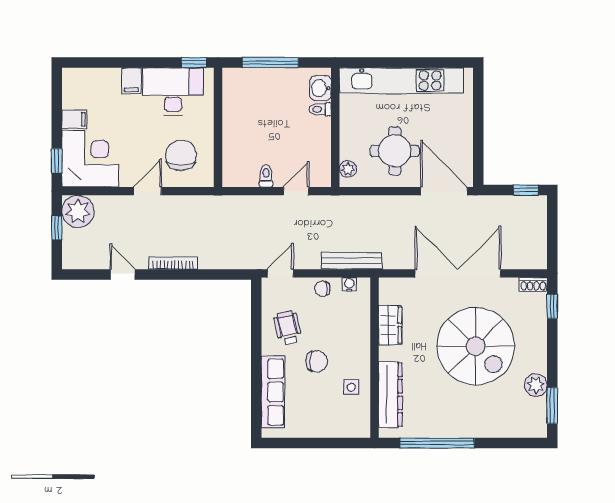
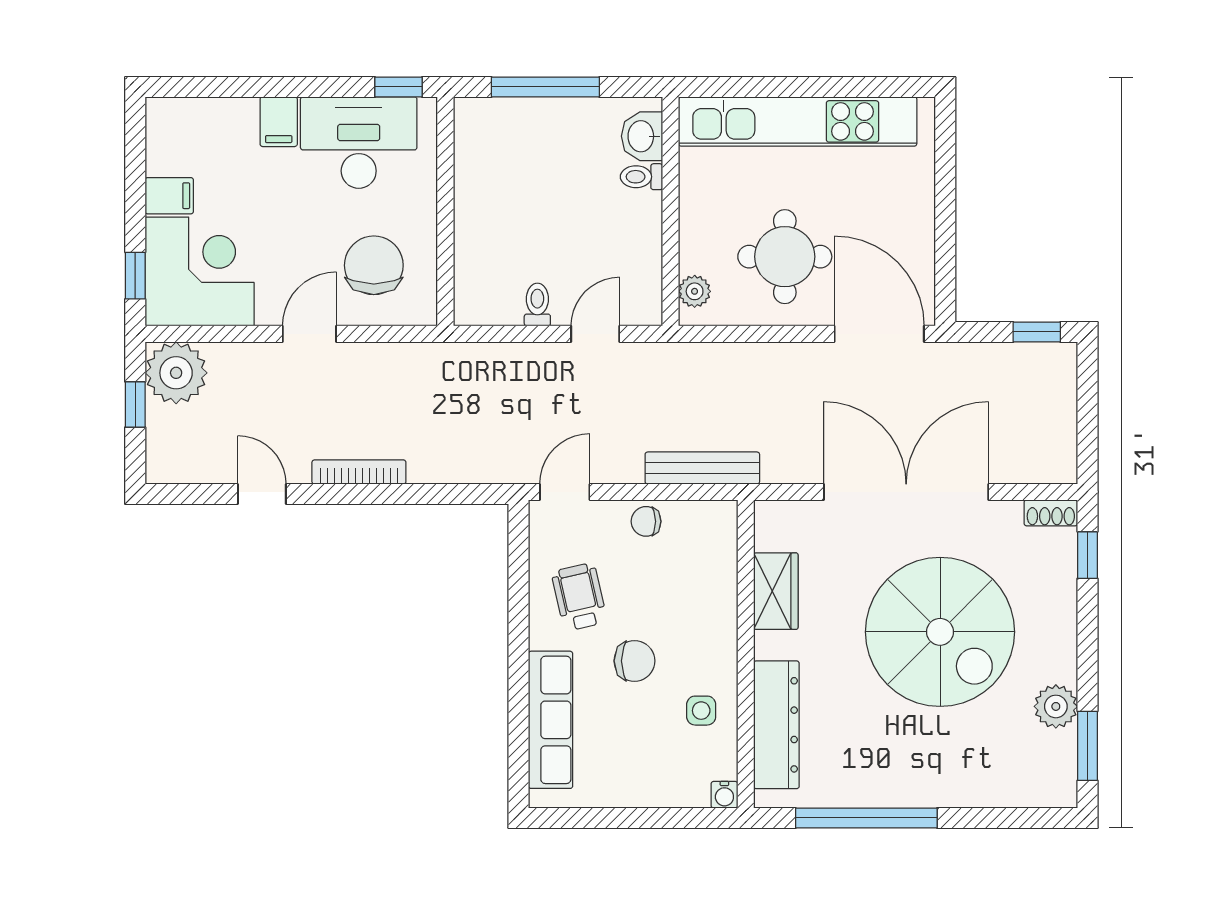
water cooler: (349, 284) -> (724, 795), moved, turned 180

